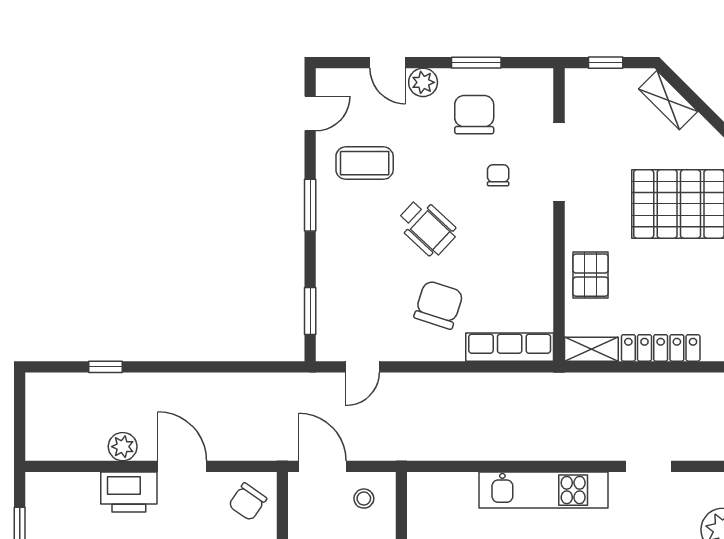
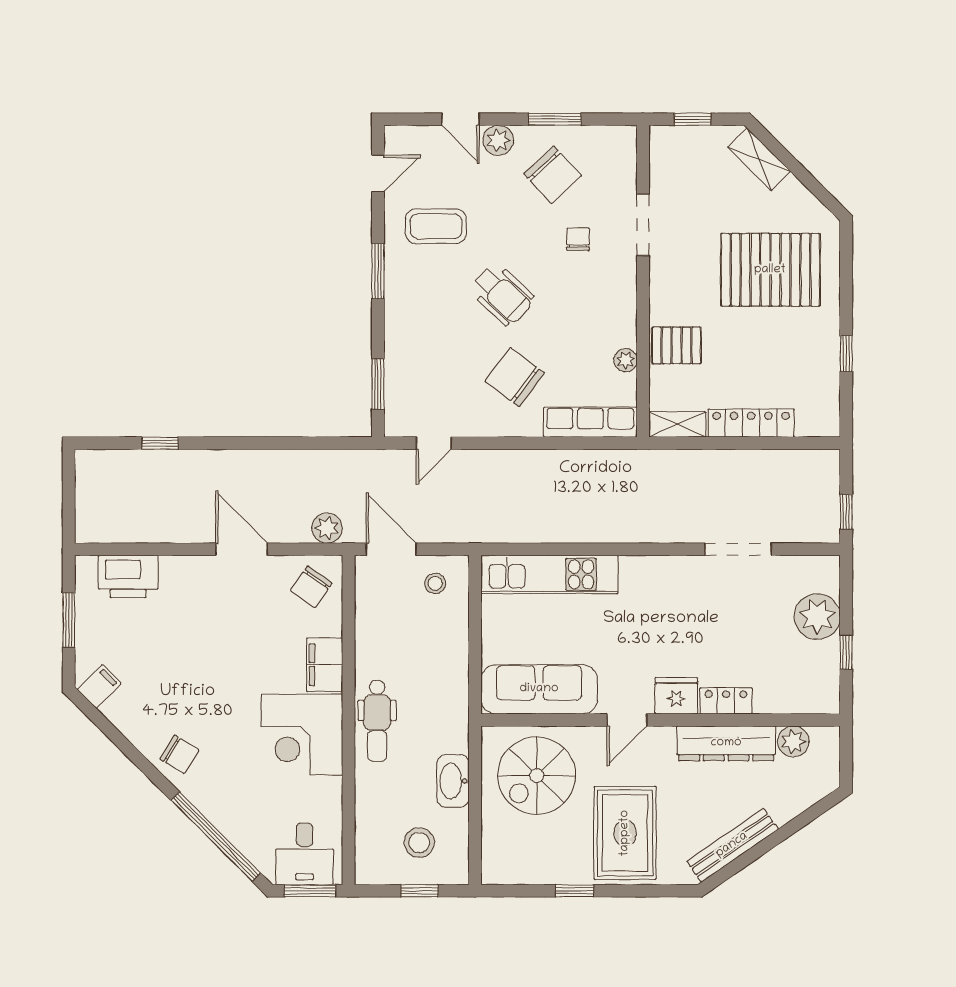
chair: (474, 115) -> (553, 175), turned 137
doorway: (559, 162) -> (643, 225), width x0.73
pallet: (591, 275) -> (676, 345), turned 90
plant: (543, 289) -> (626, 360), added
chair: (439, 305) -> (515, 377), turned -71
plant: (123, 447) -> (327, 528), moved
doorway: (648, 466) -> (738, 549), width x1.38
kitchen unit: (544, 490) -> (549, 574), moved
printer: (129, 492) -> (128, 576), moved

